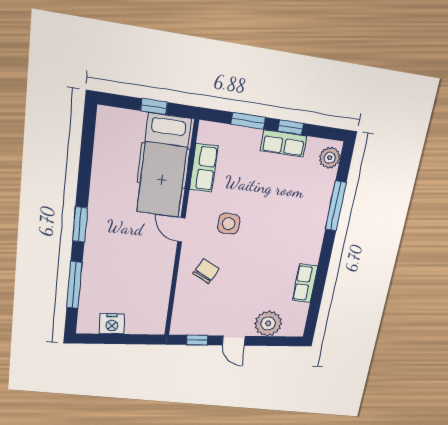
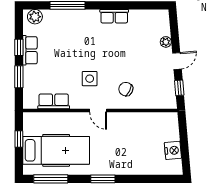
hospital bed: (164, 166) -> (56, 150), moved
door: (181, 230) -> (98, 111), hinge flipped
row of seats: (305, 283) -> (114, 16), moved
window: (74, 285) -> (51, 179), moved
plant: (268, 323) -> (166, 42), width x0.53, depth x0.53

